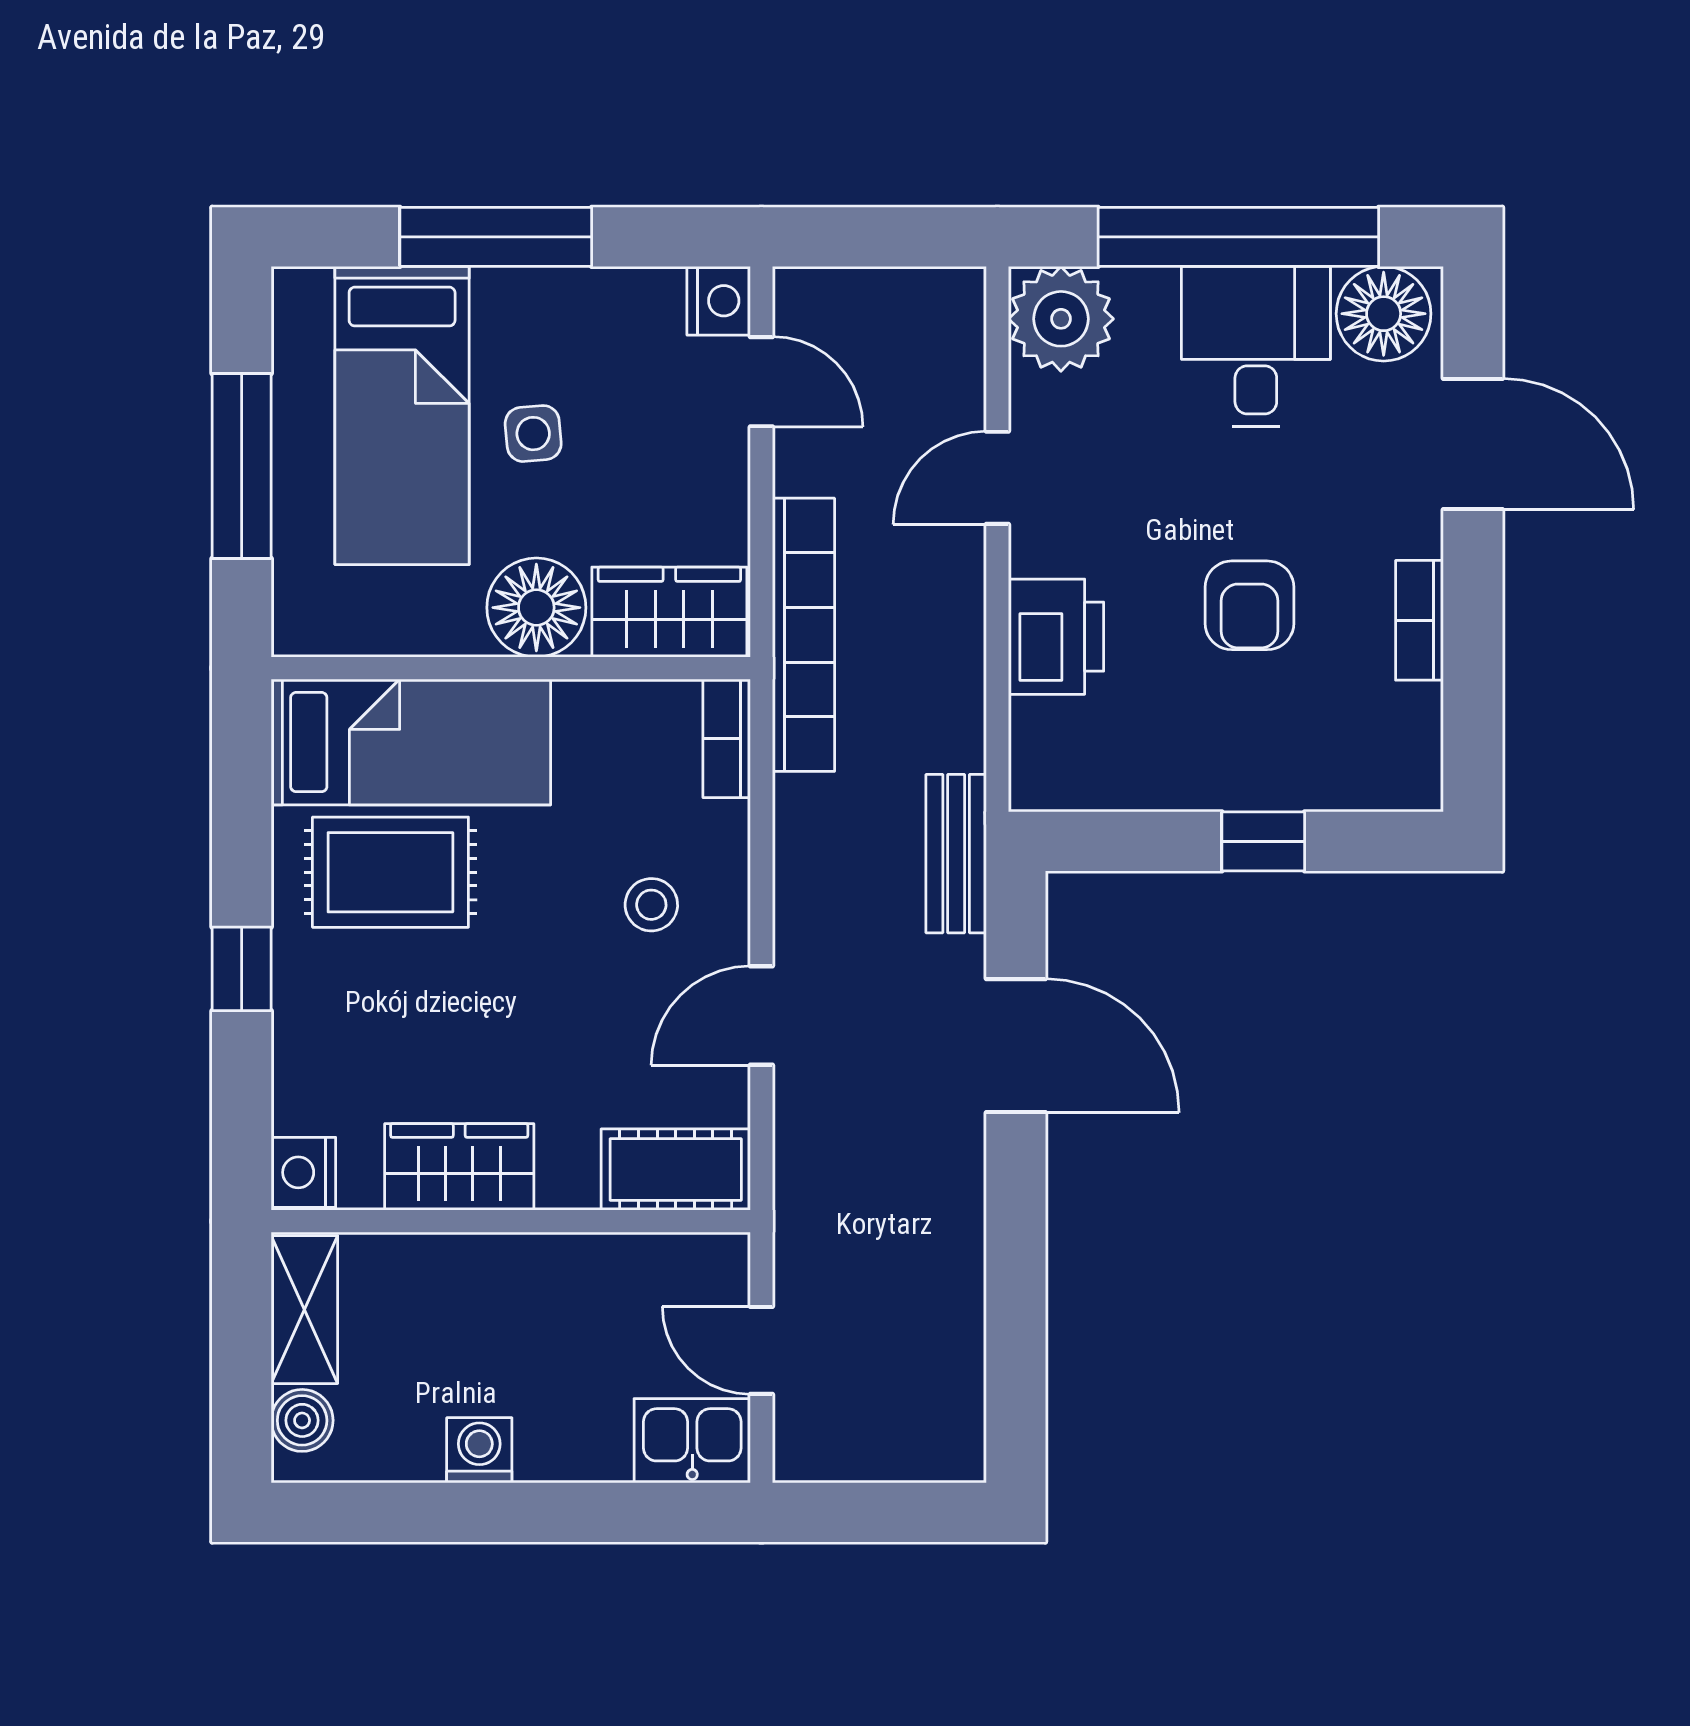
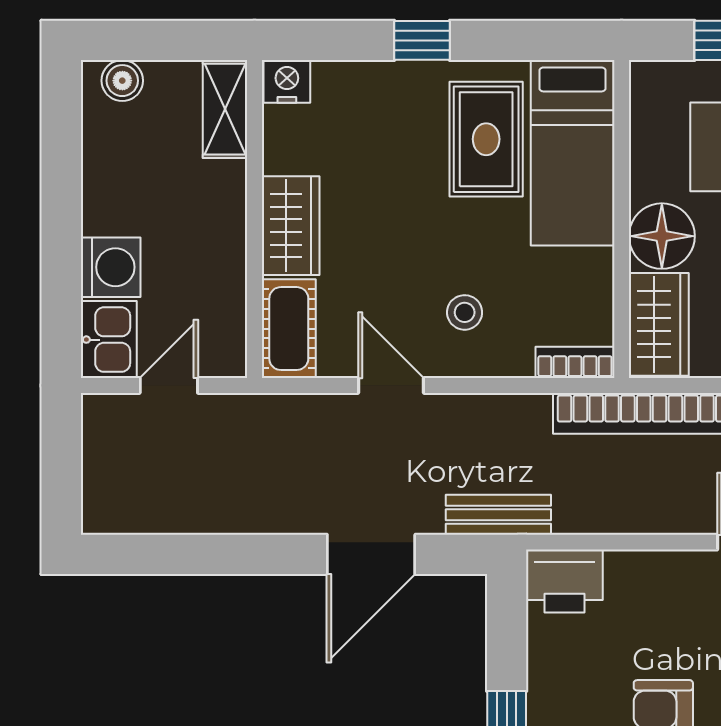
printer: (1056, 637) -> (564, 581), moved
wardrobe: (459, 1167) -> (291, 226), moved
shelving: (304, 1310) -> (225, 109), moved, turned 90
washing machine: (479, 1450) -> (111, 267), moved, width x1.38, depth x1.38

